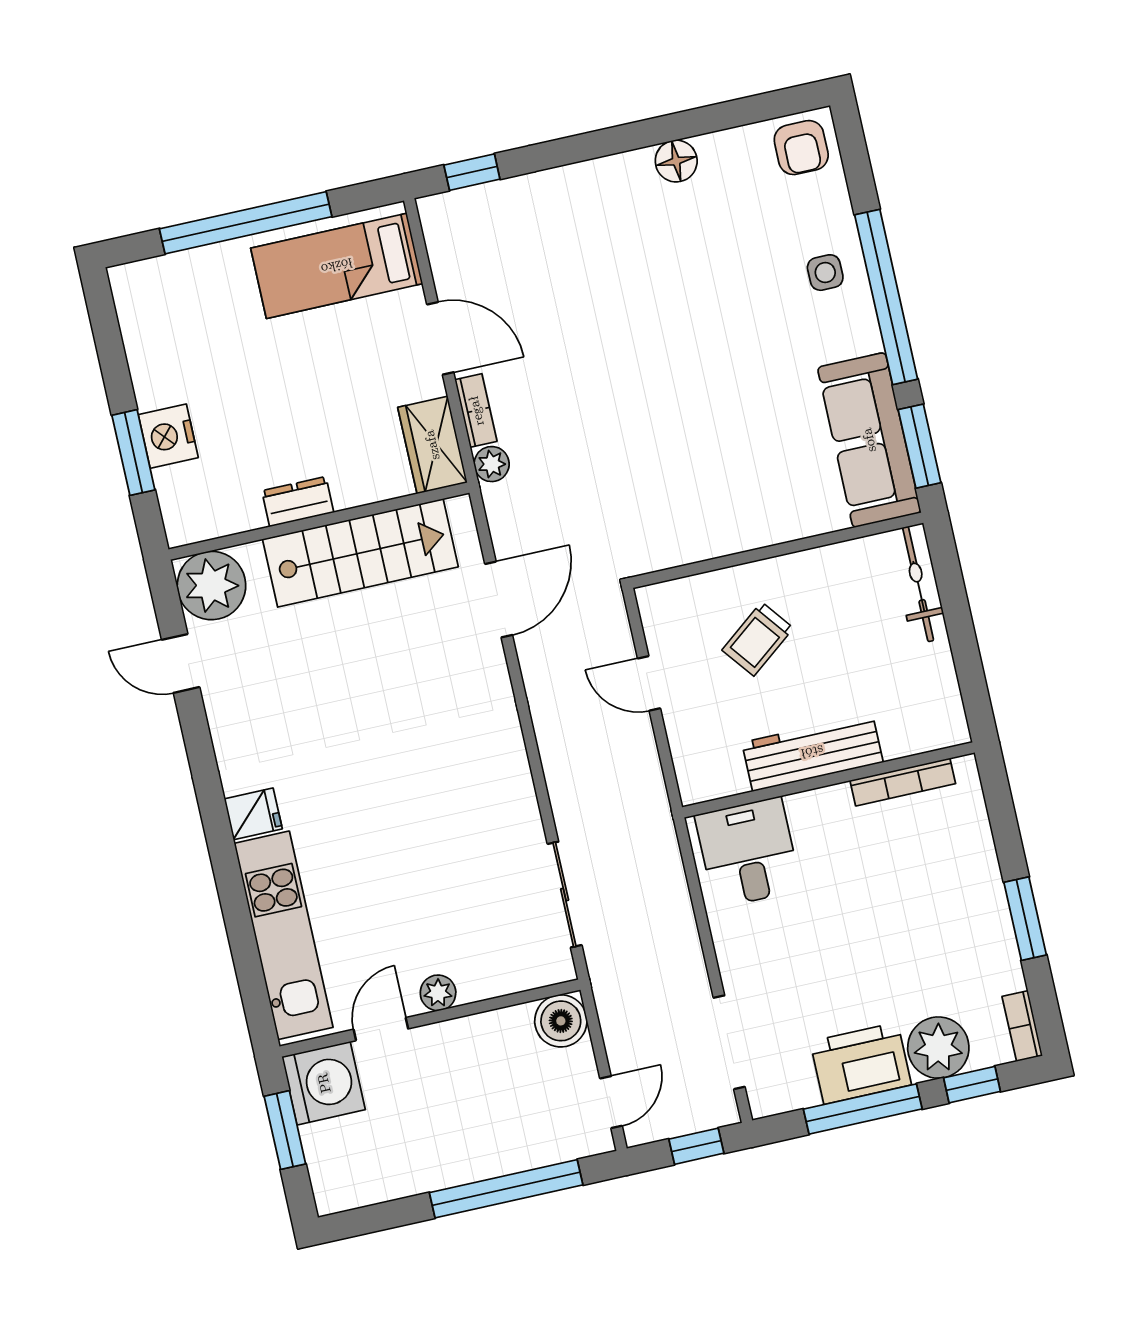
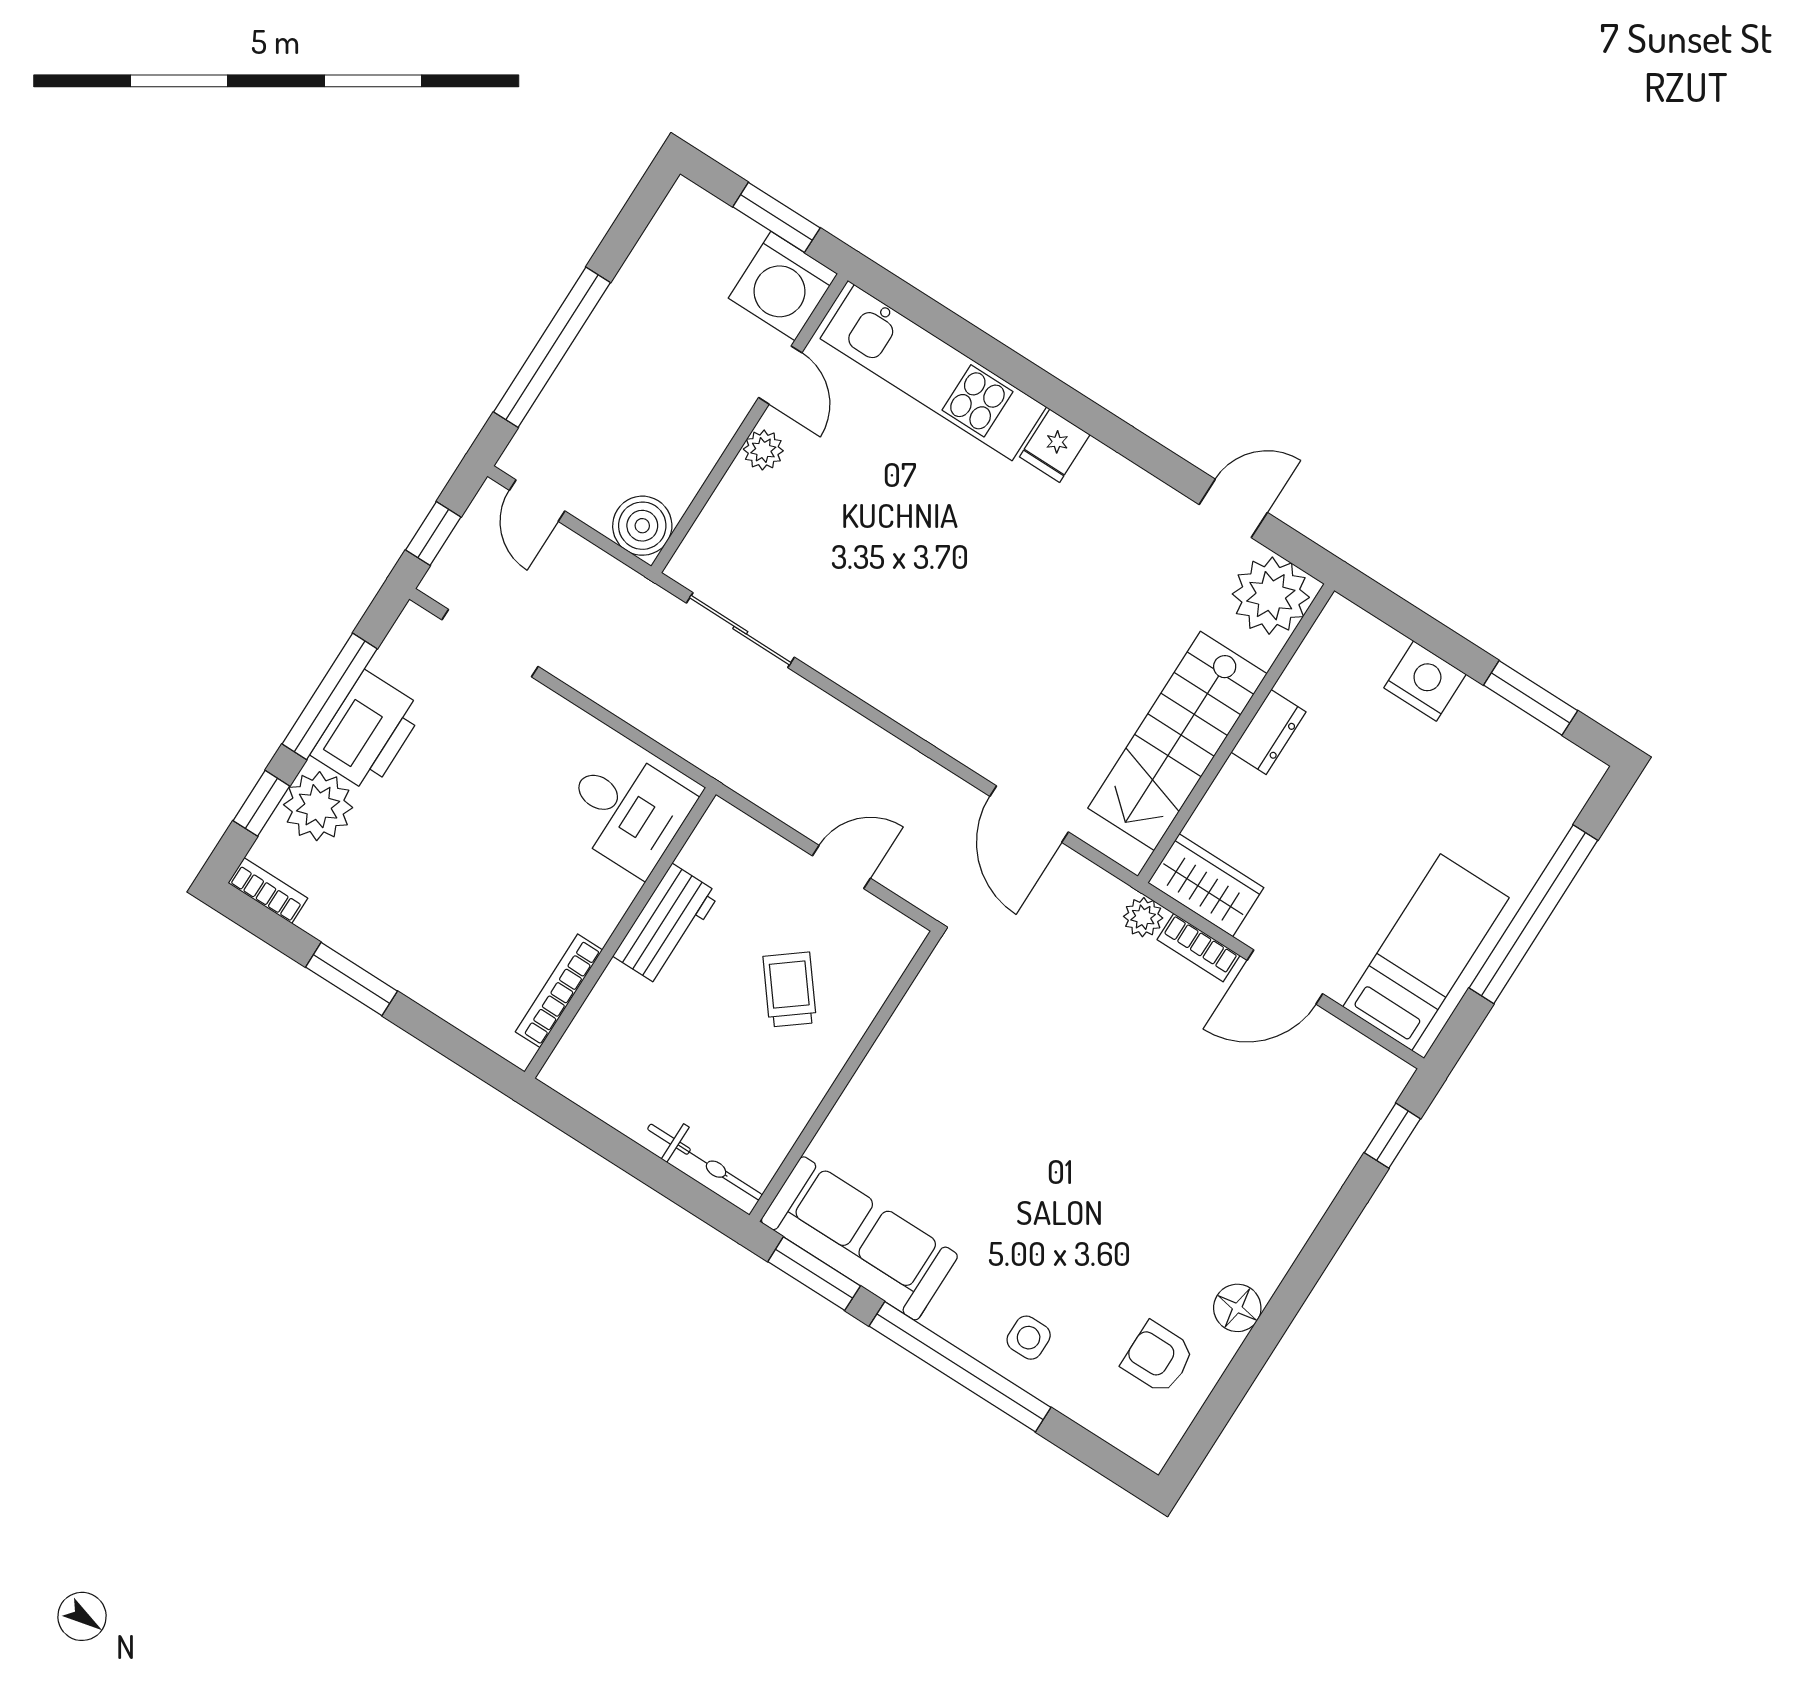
armchair: (801, 148) -> (1158, 1358), moved
window: (133, 453) -> (1531, 698), moved
workbench: (812, 752) -> (666, 925), width x0.73

